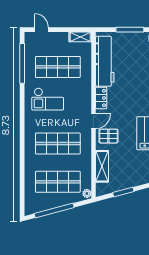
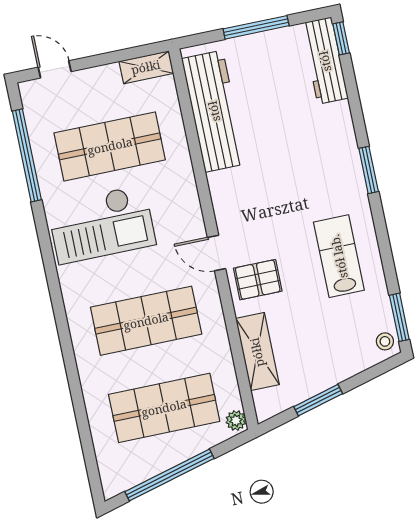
locker: (101, 98) -> (223, 197), removed
checkout: (48, 99) -> (101, 224), width x1.36, depth x1.21
door: (93, 121) -> (217, 253), swing flipped

